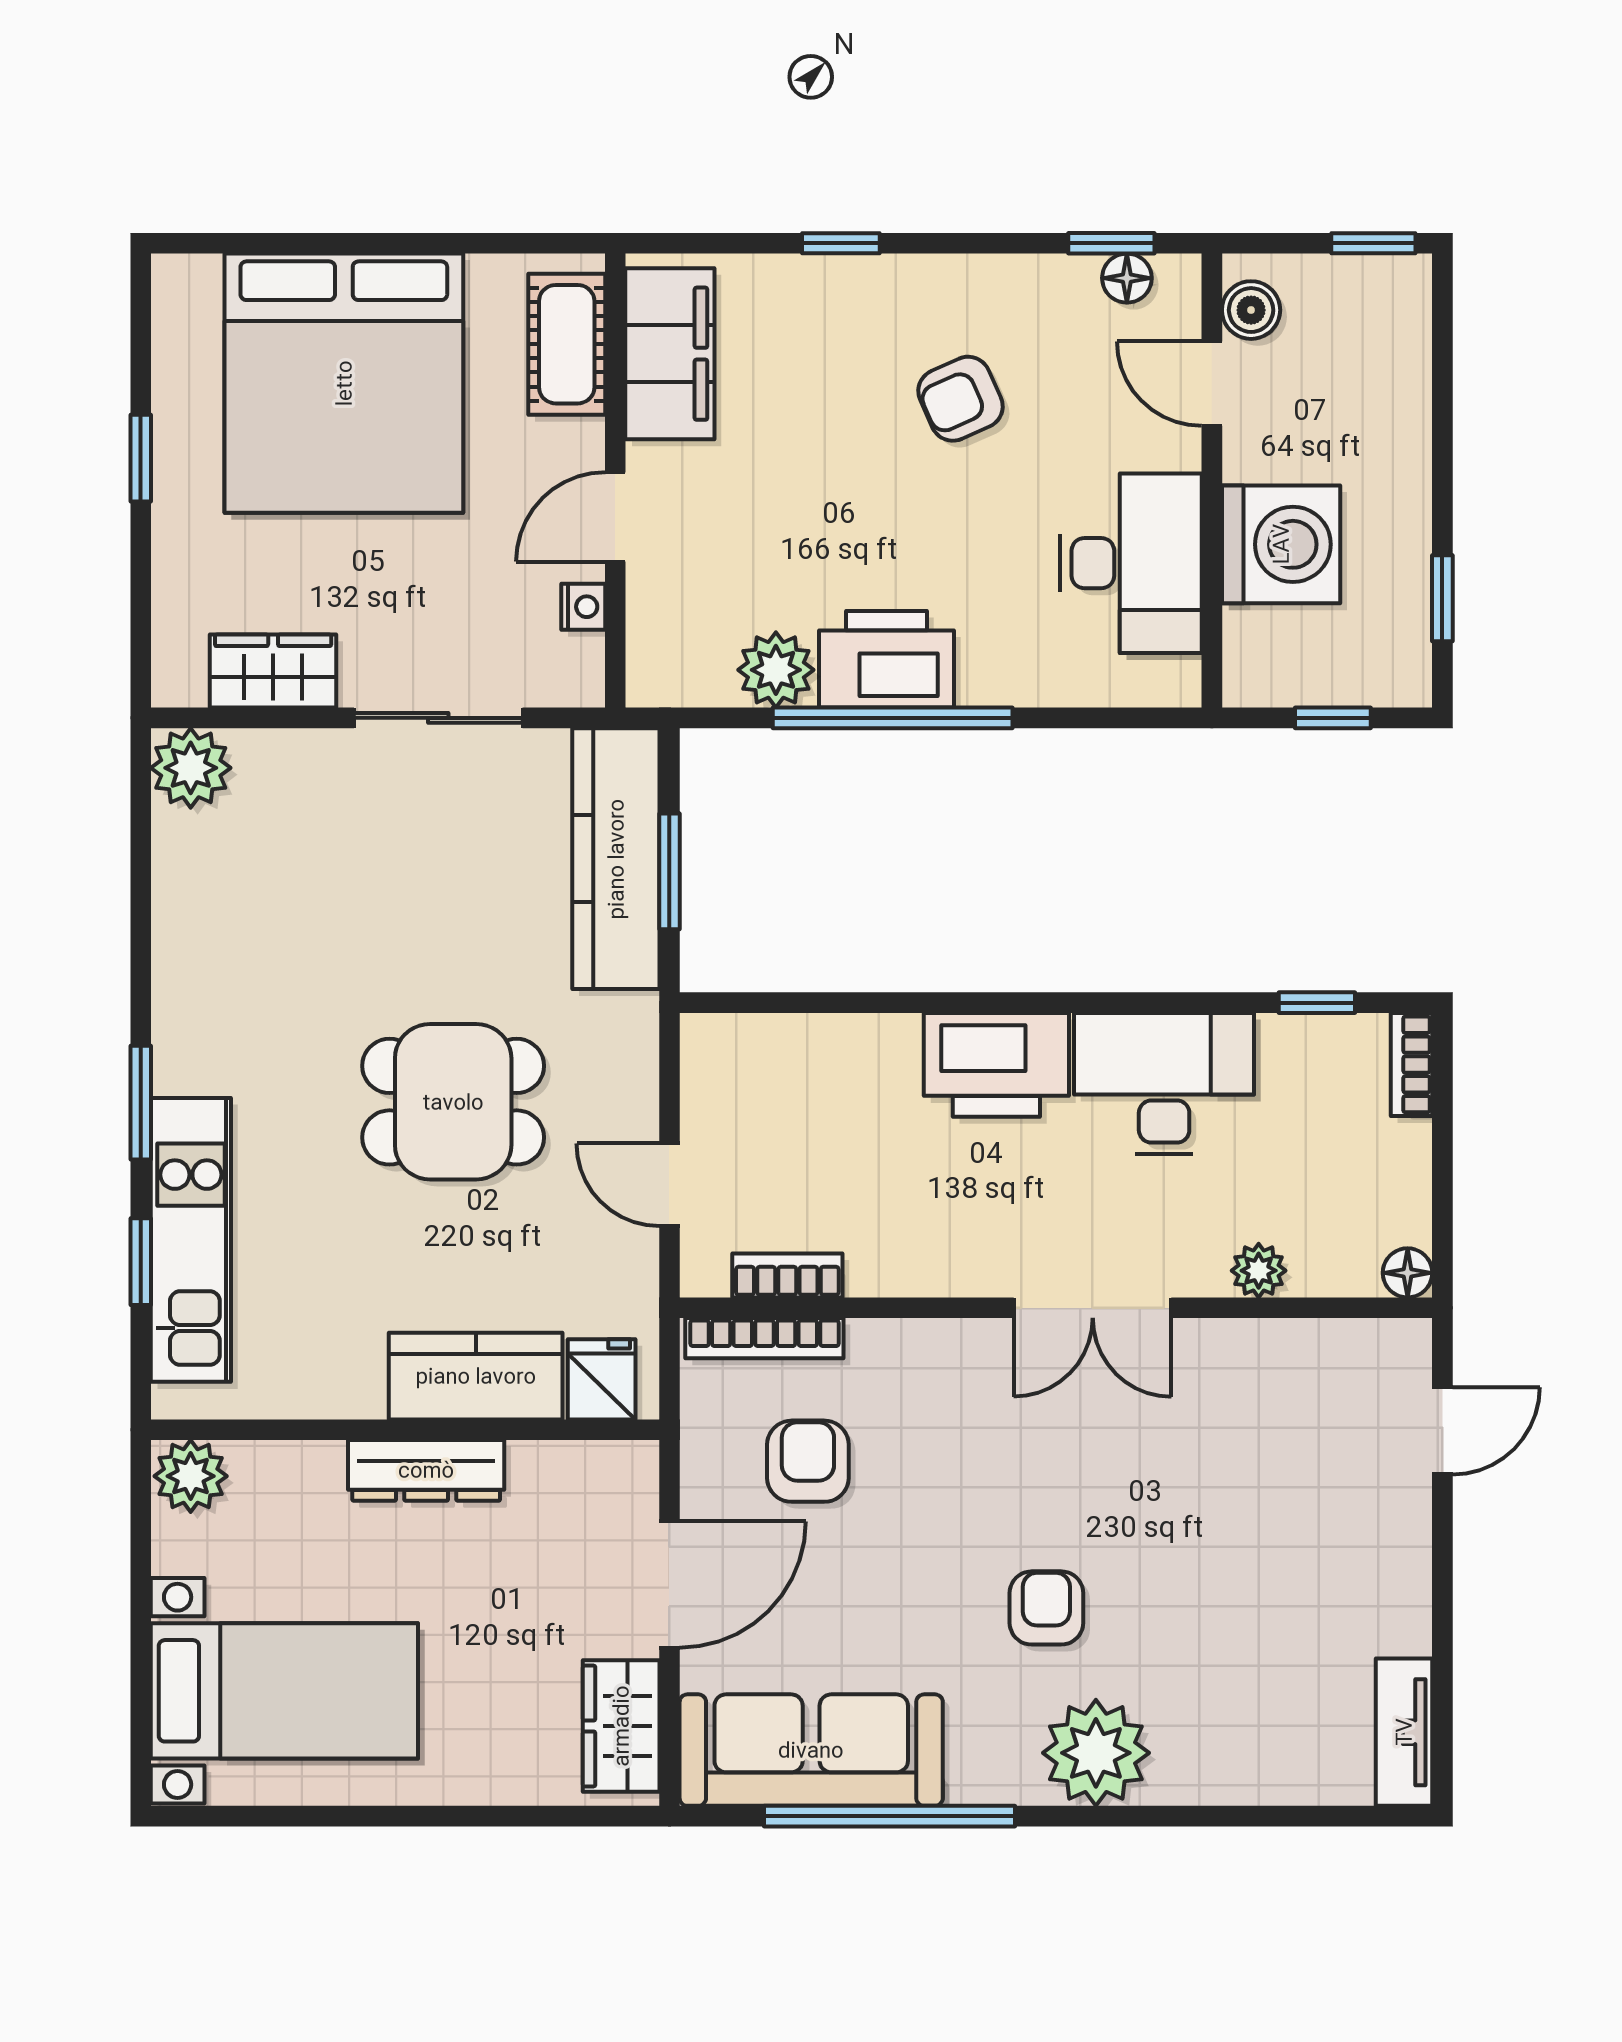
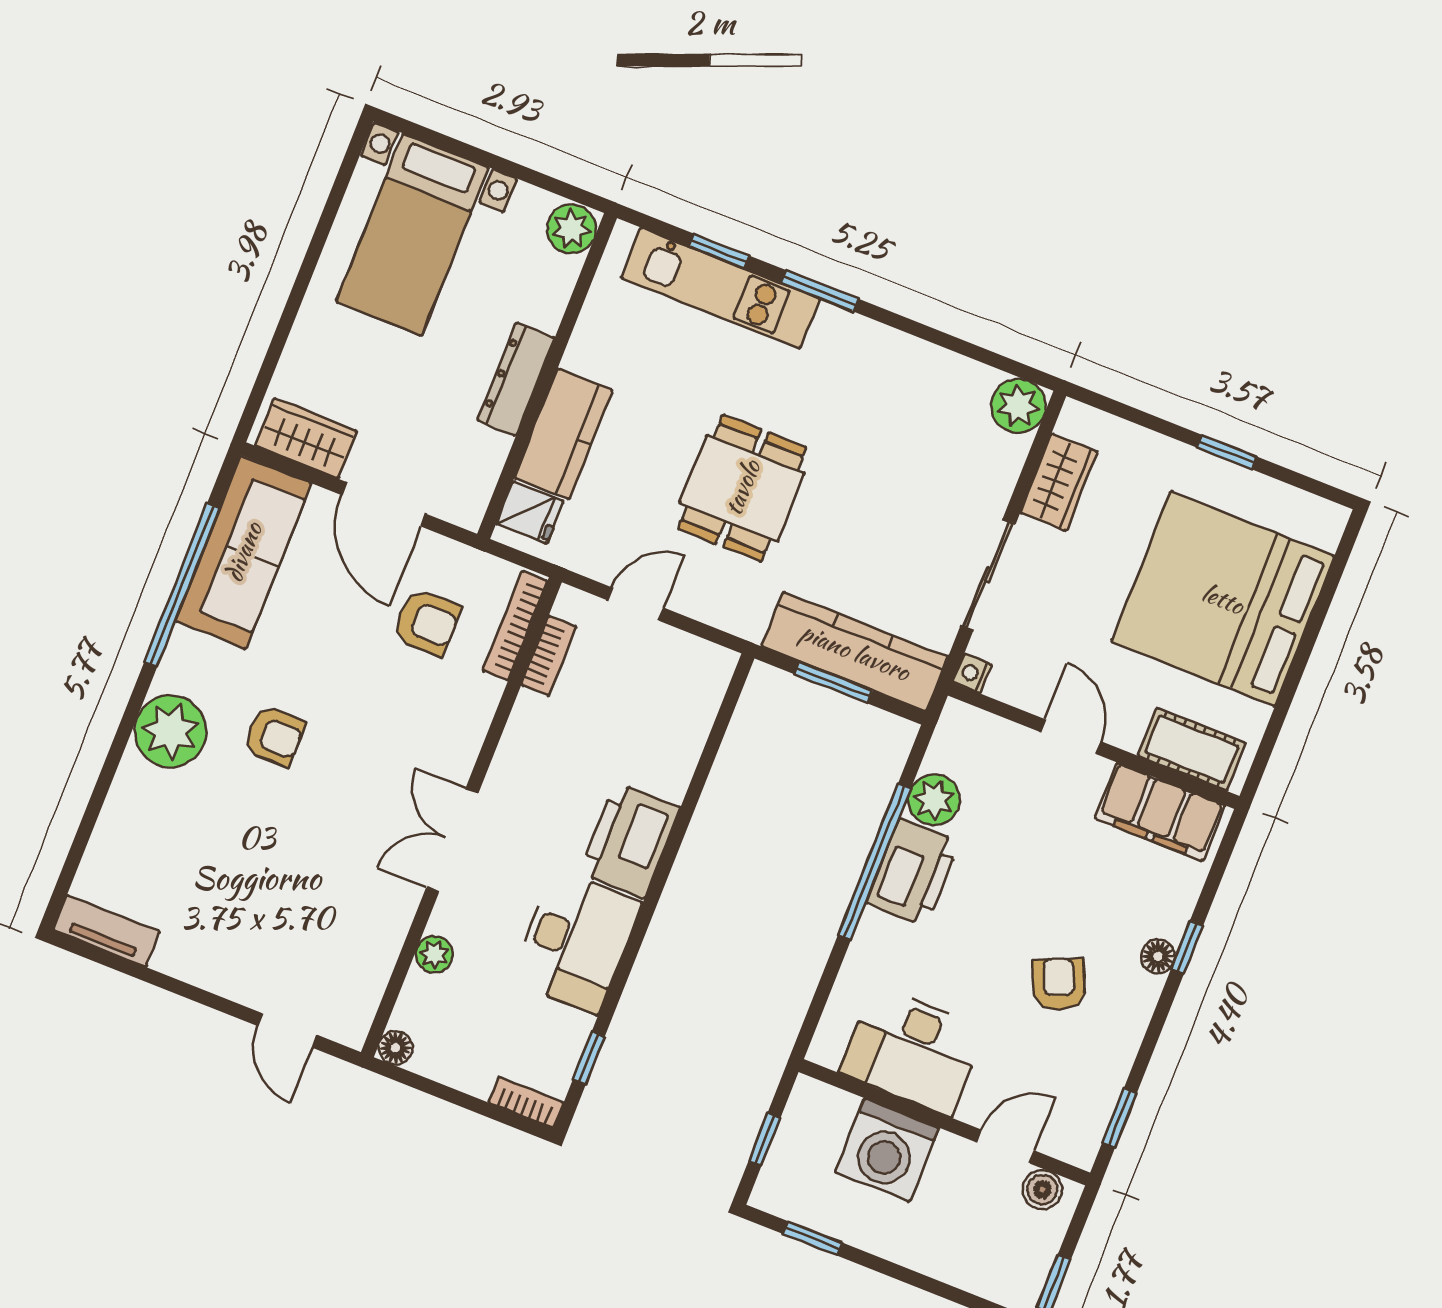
floor lamp: (1127, 278) -> (1158, 956), moved
nightstand: (583, 607) -> (972, 673), moved, turned 90

